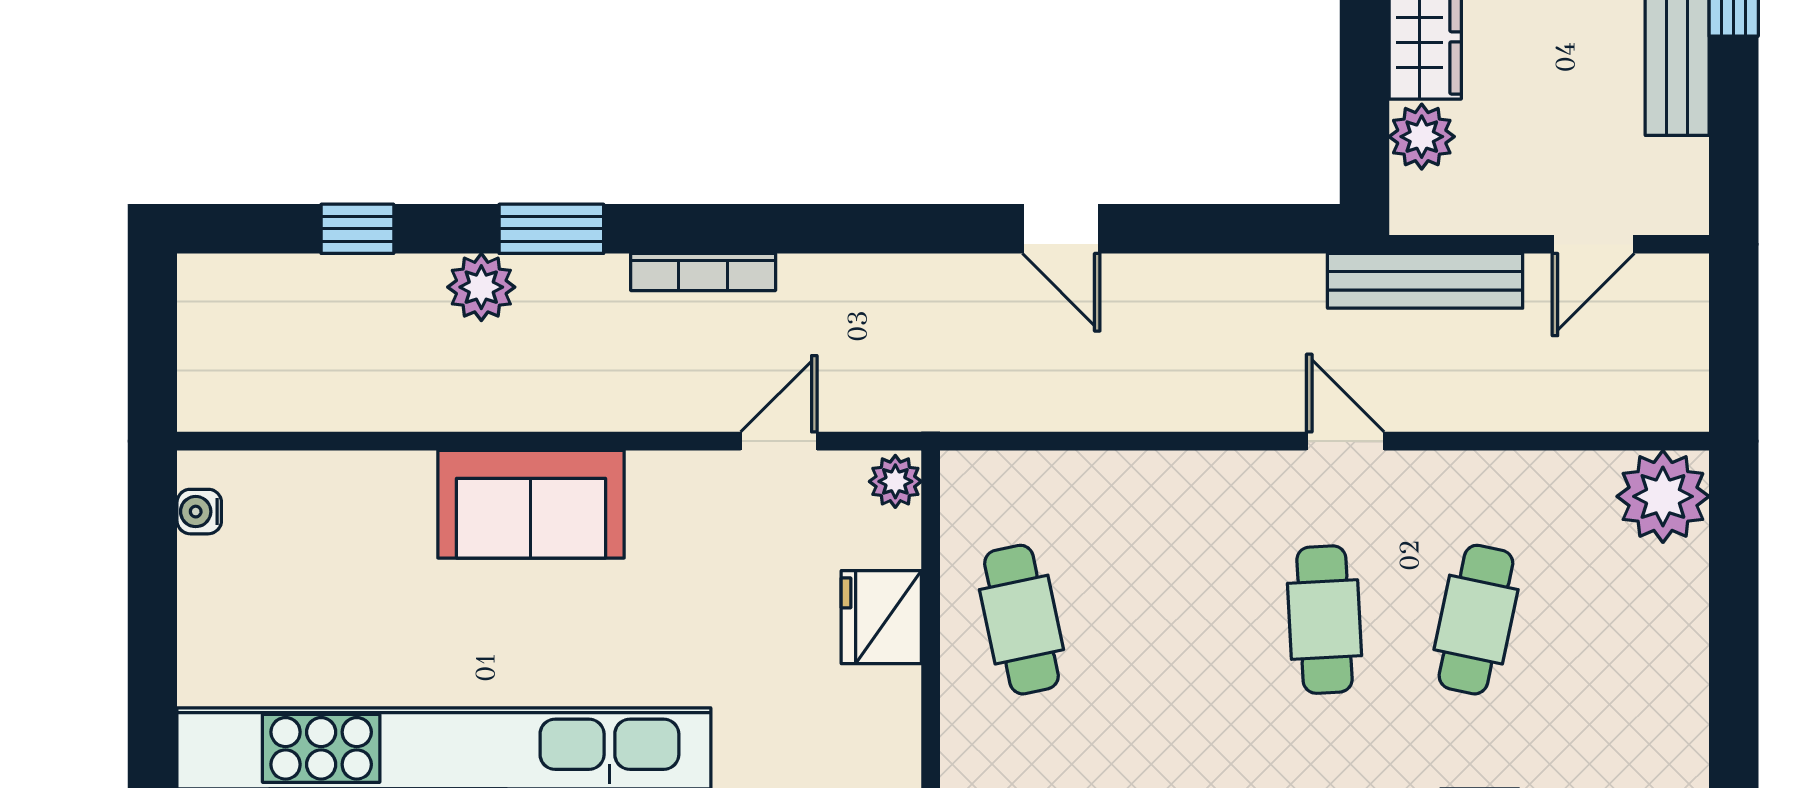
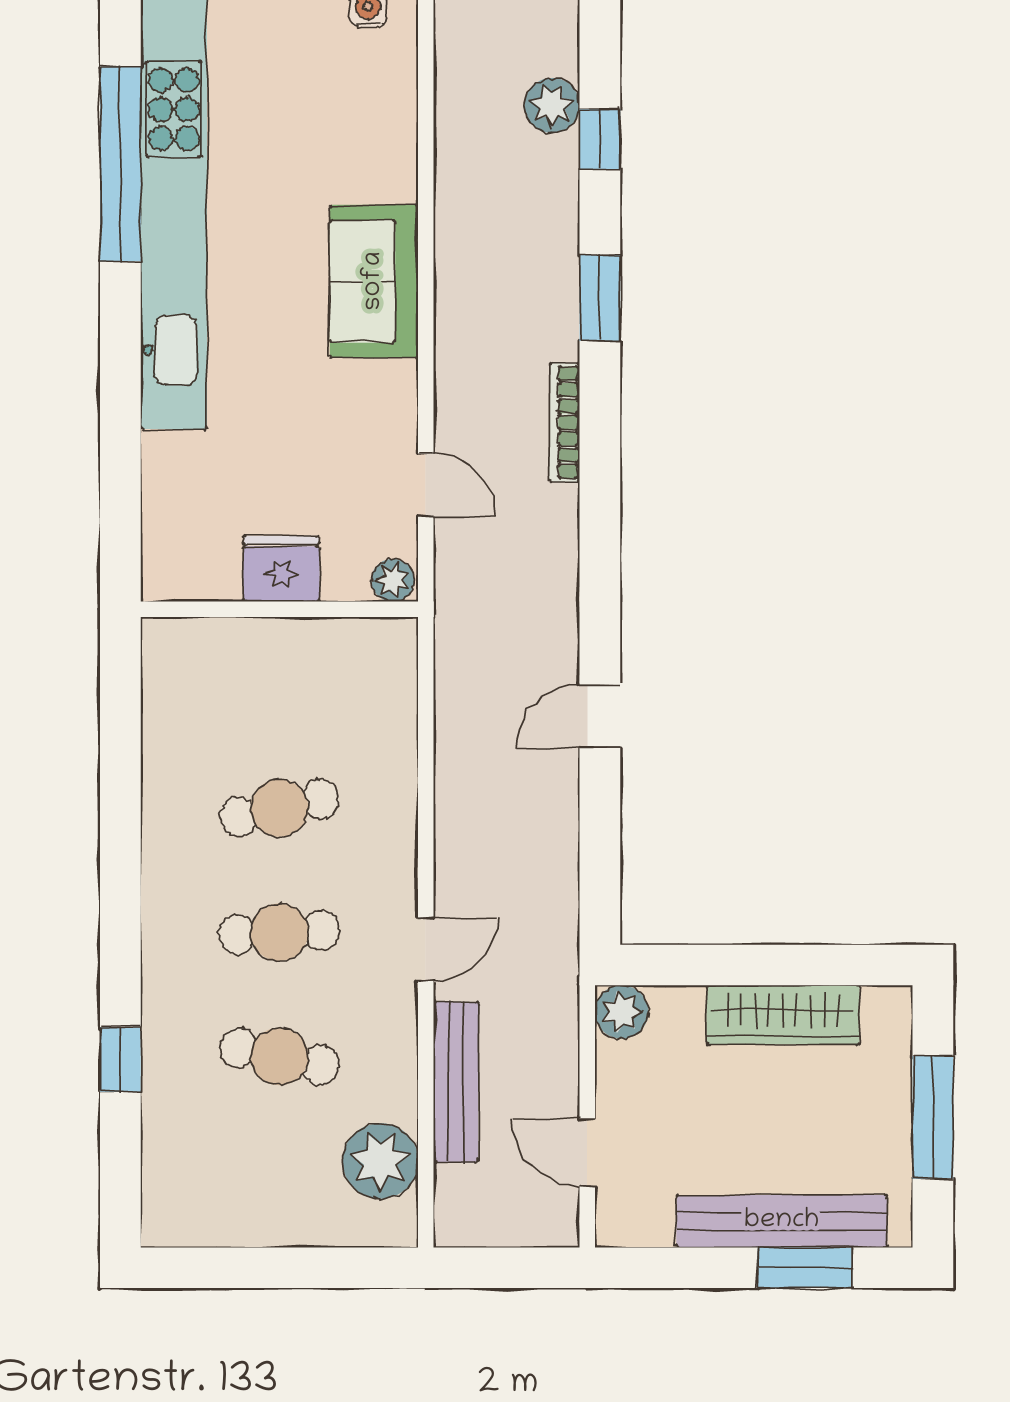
plant: (1422, 137) -> (622, 1012), moved
bench: (1425, 281) -> (456, 1082), moved
plant: (481, 287) -> (552, 105), moved
plant: (1663, 496) -> (380, 1161), moved
cafe table: (1021, 620) -> (279, 808), moved

